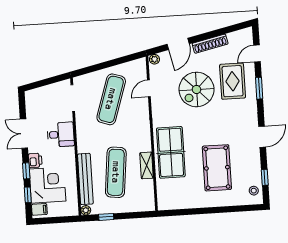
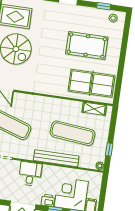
table tennis table: (171, 152) -> (91, 83), moved
shelving: (147, 165) -> (94, 109), moved
bench: (85, 179) -> (56, 158), moved

